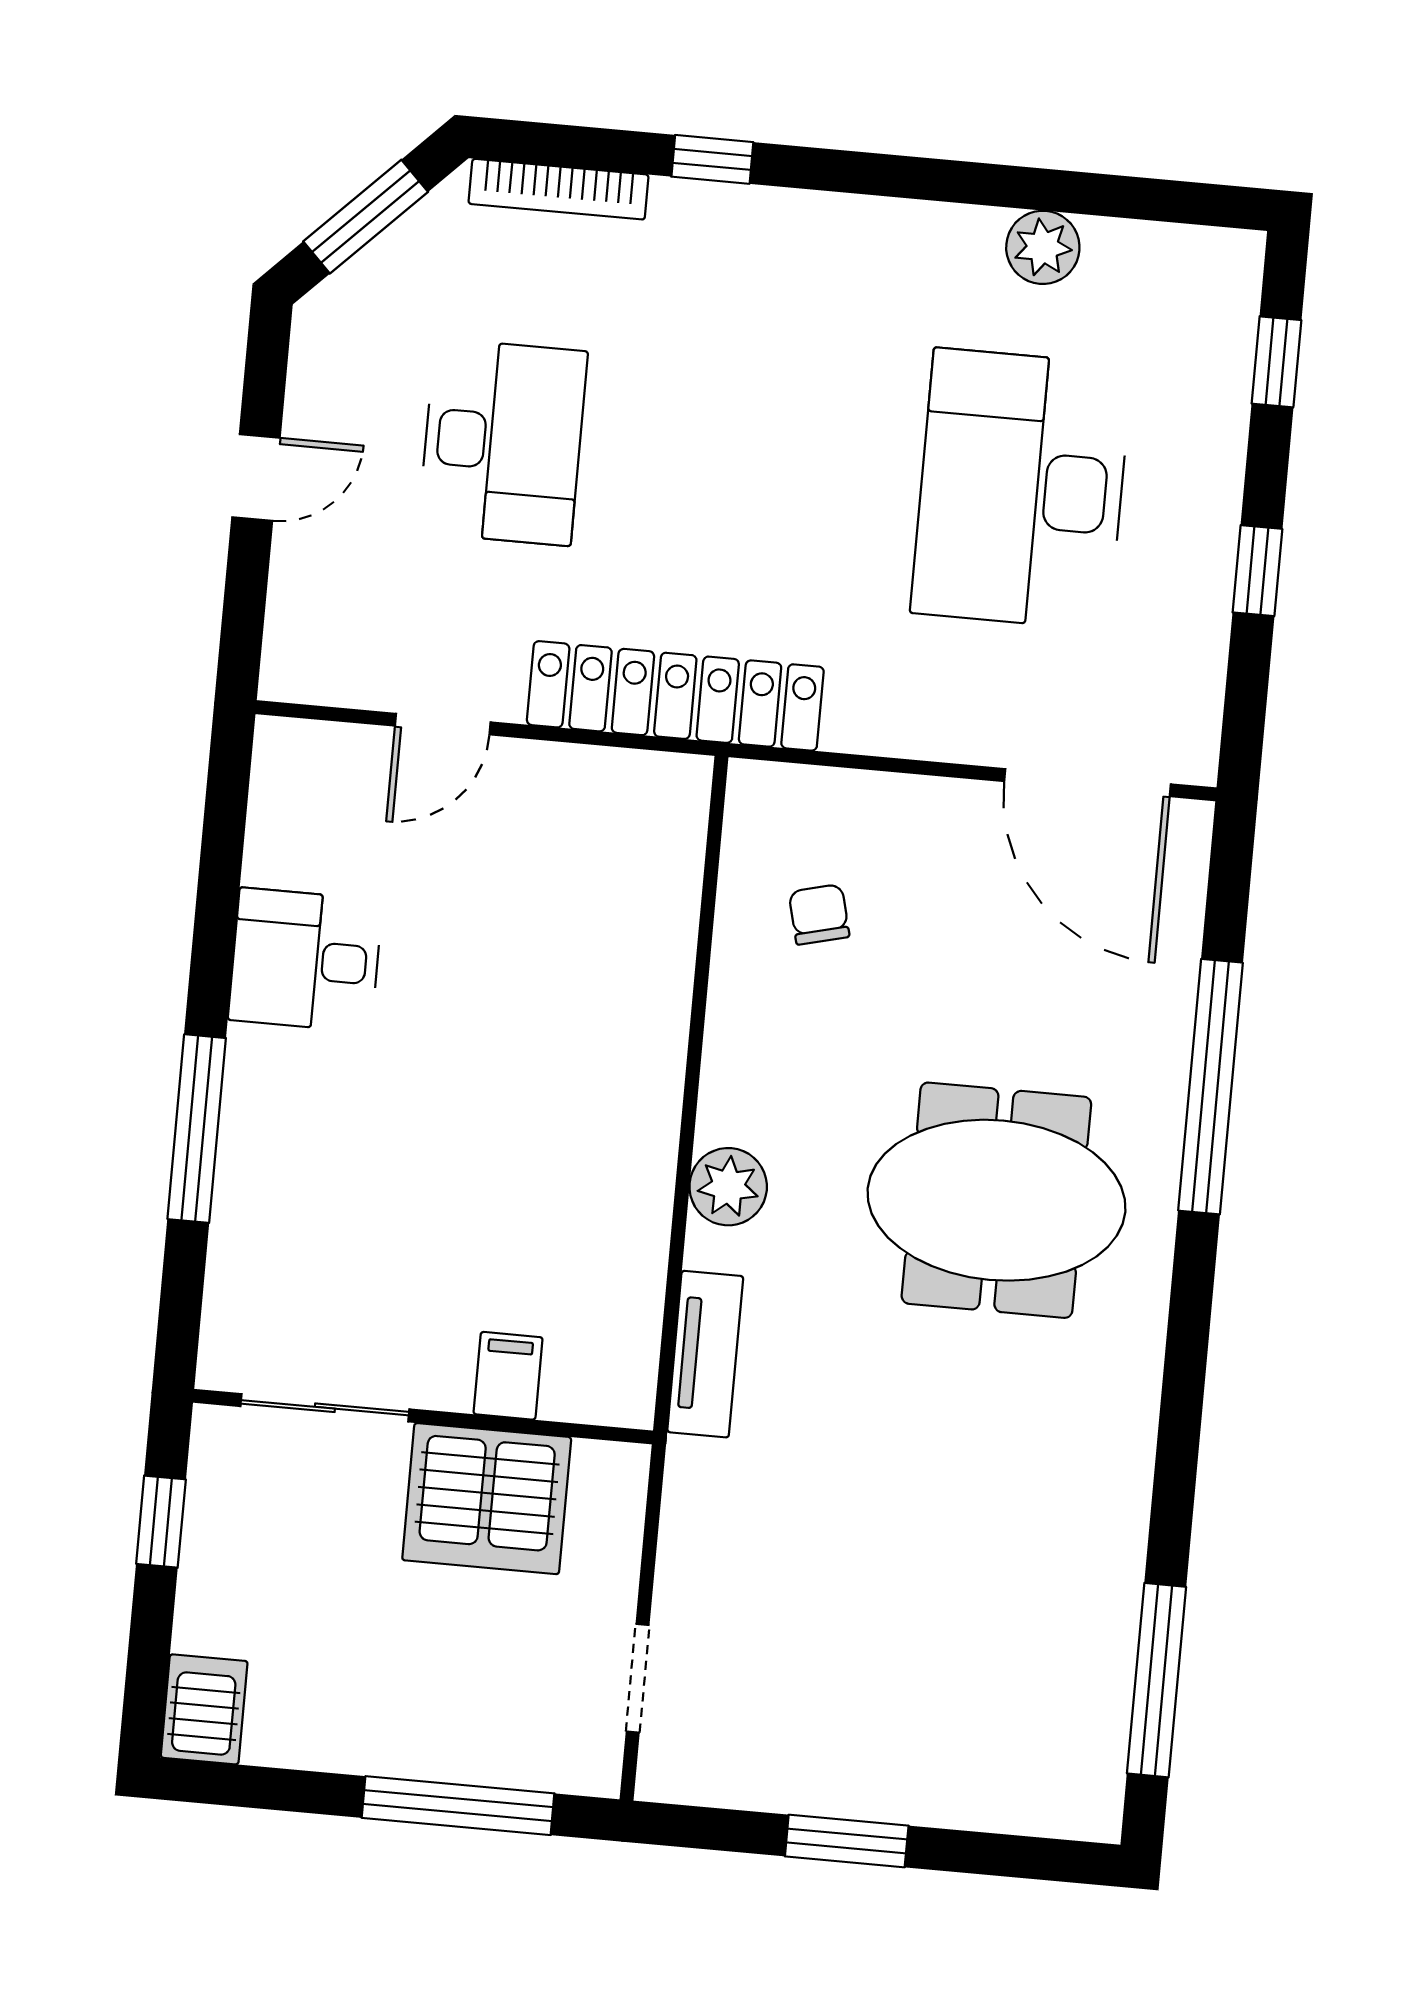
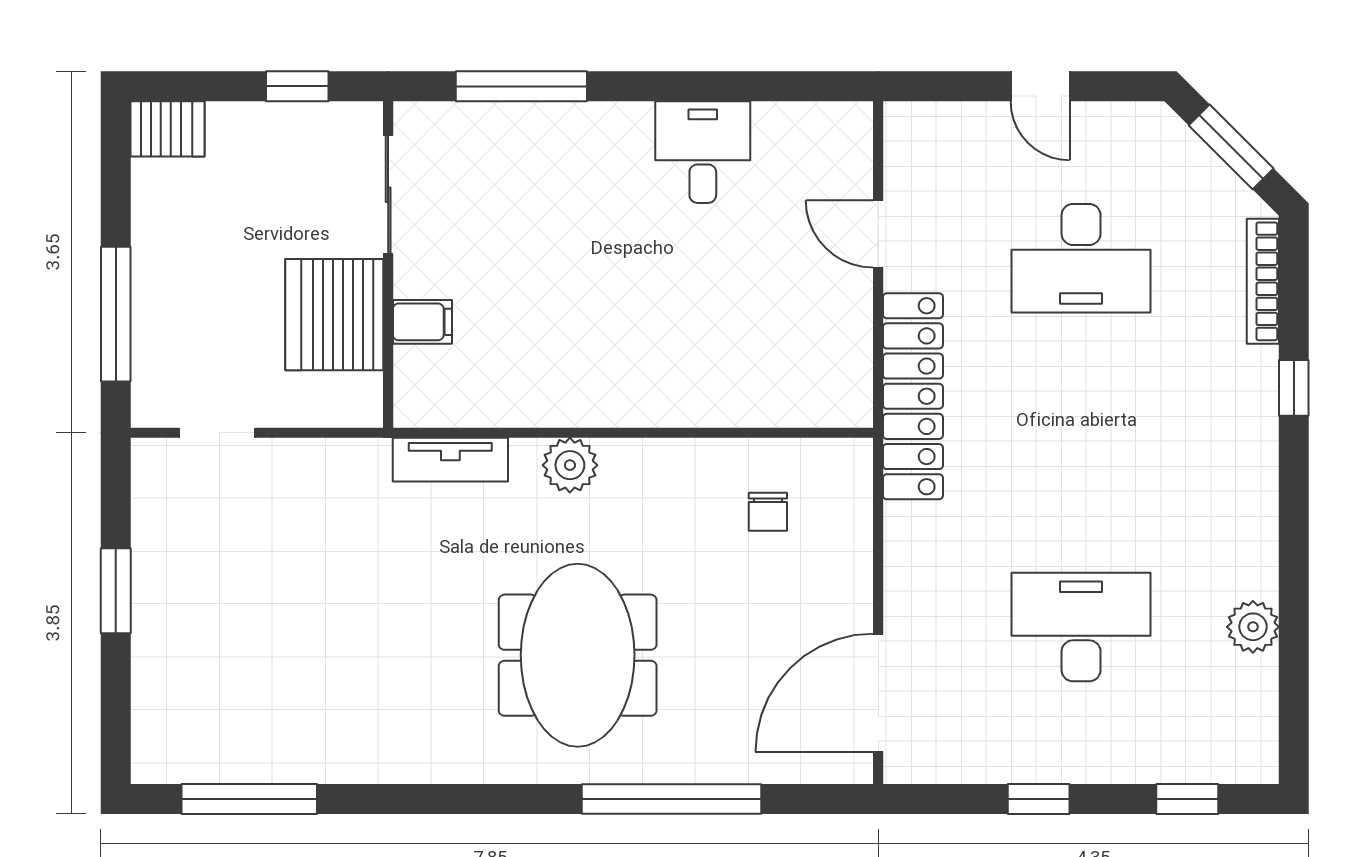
desk: (1021, 489) -> (1081, 627), width x0.73, depth x0.77
chair: (819, 914) -> (768, 512), turned 104
window: (197, 1129) -> (521, 86), moved

